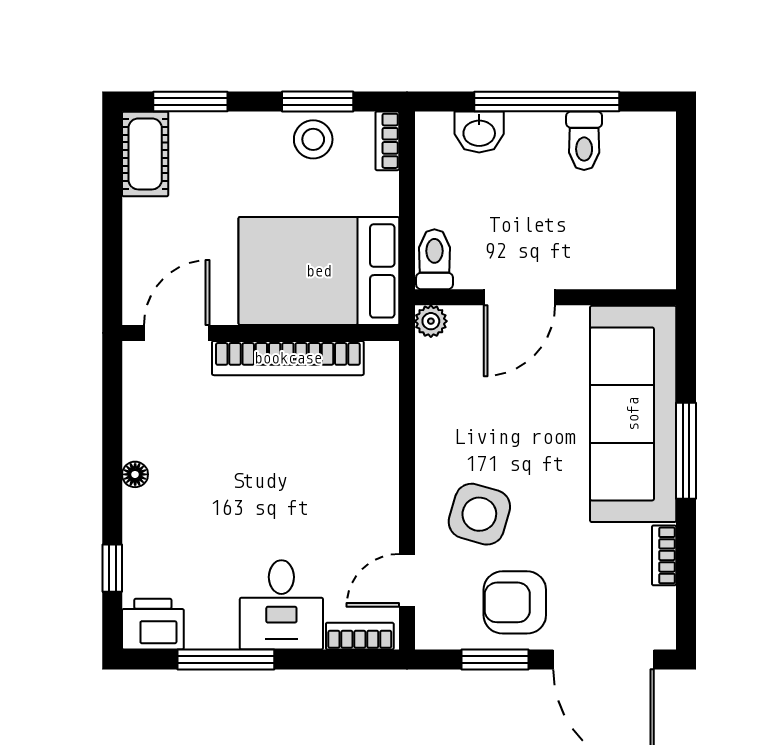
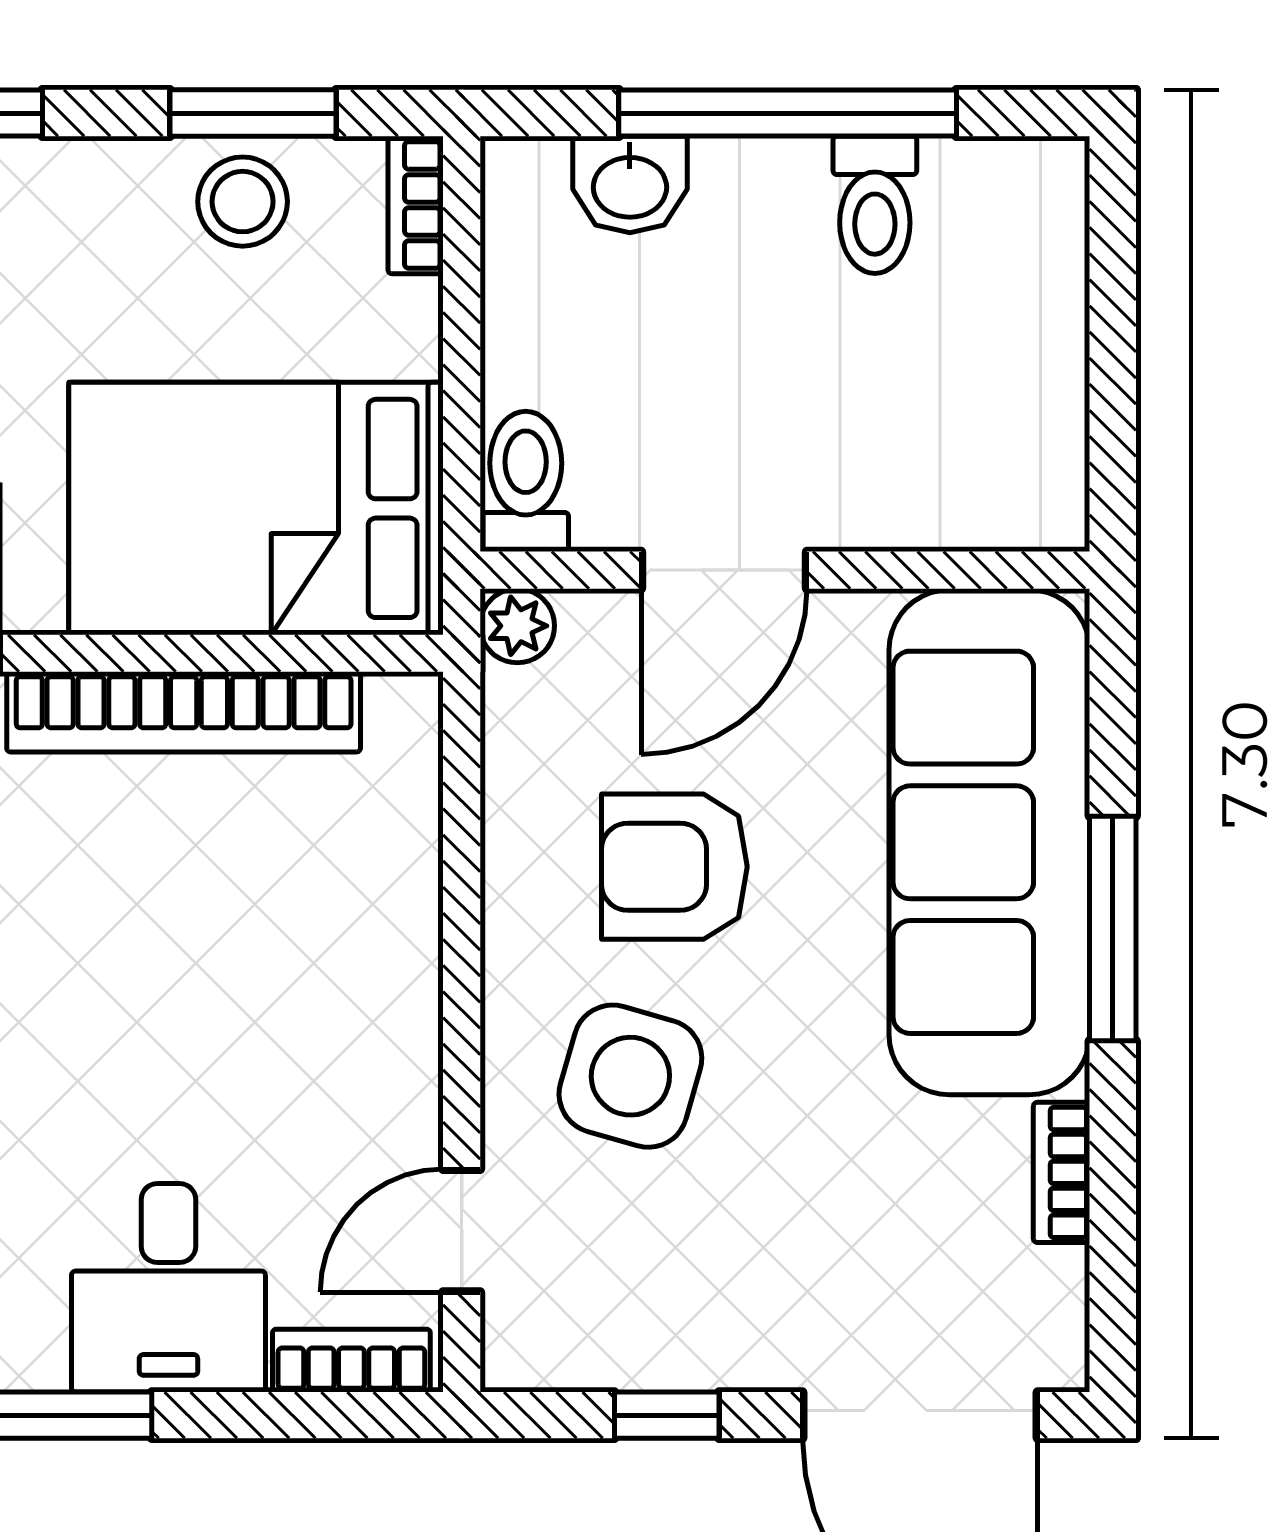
armchair: (515, 602) -> (674, 867), moved
window: (495, 659) -> (667, 1415), width x0.67

